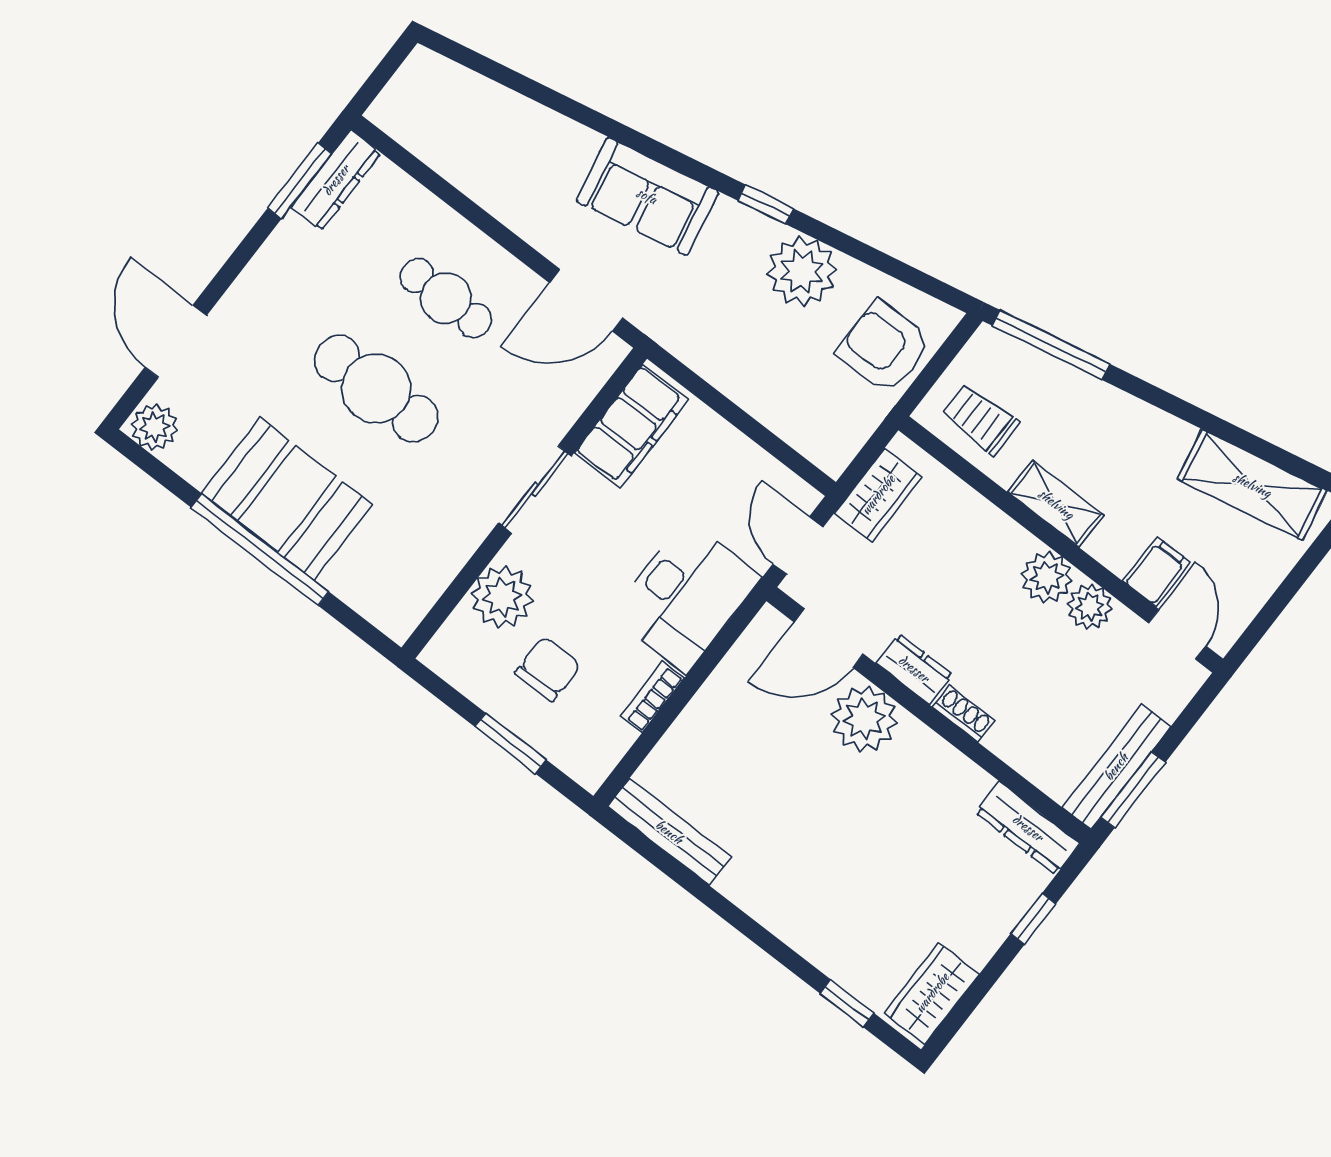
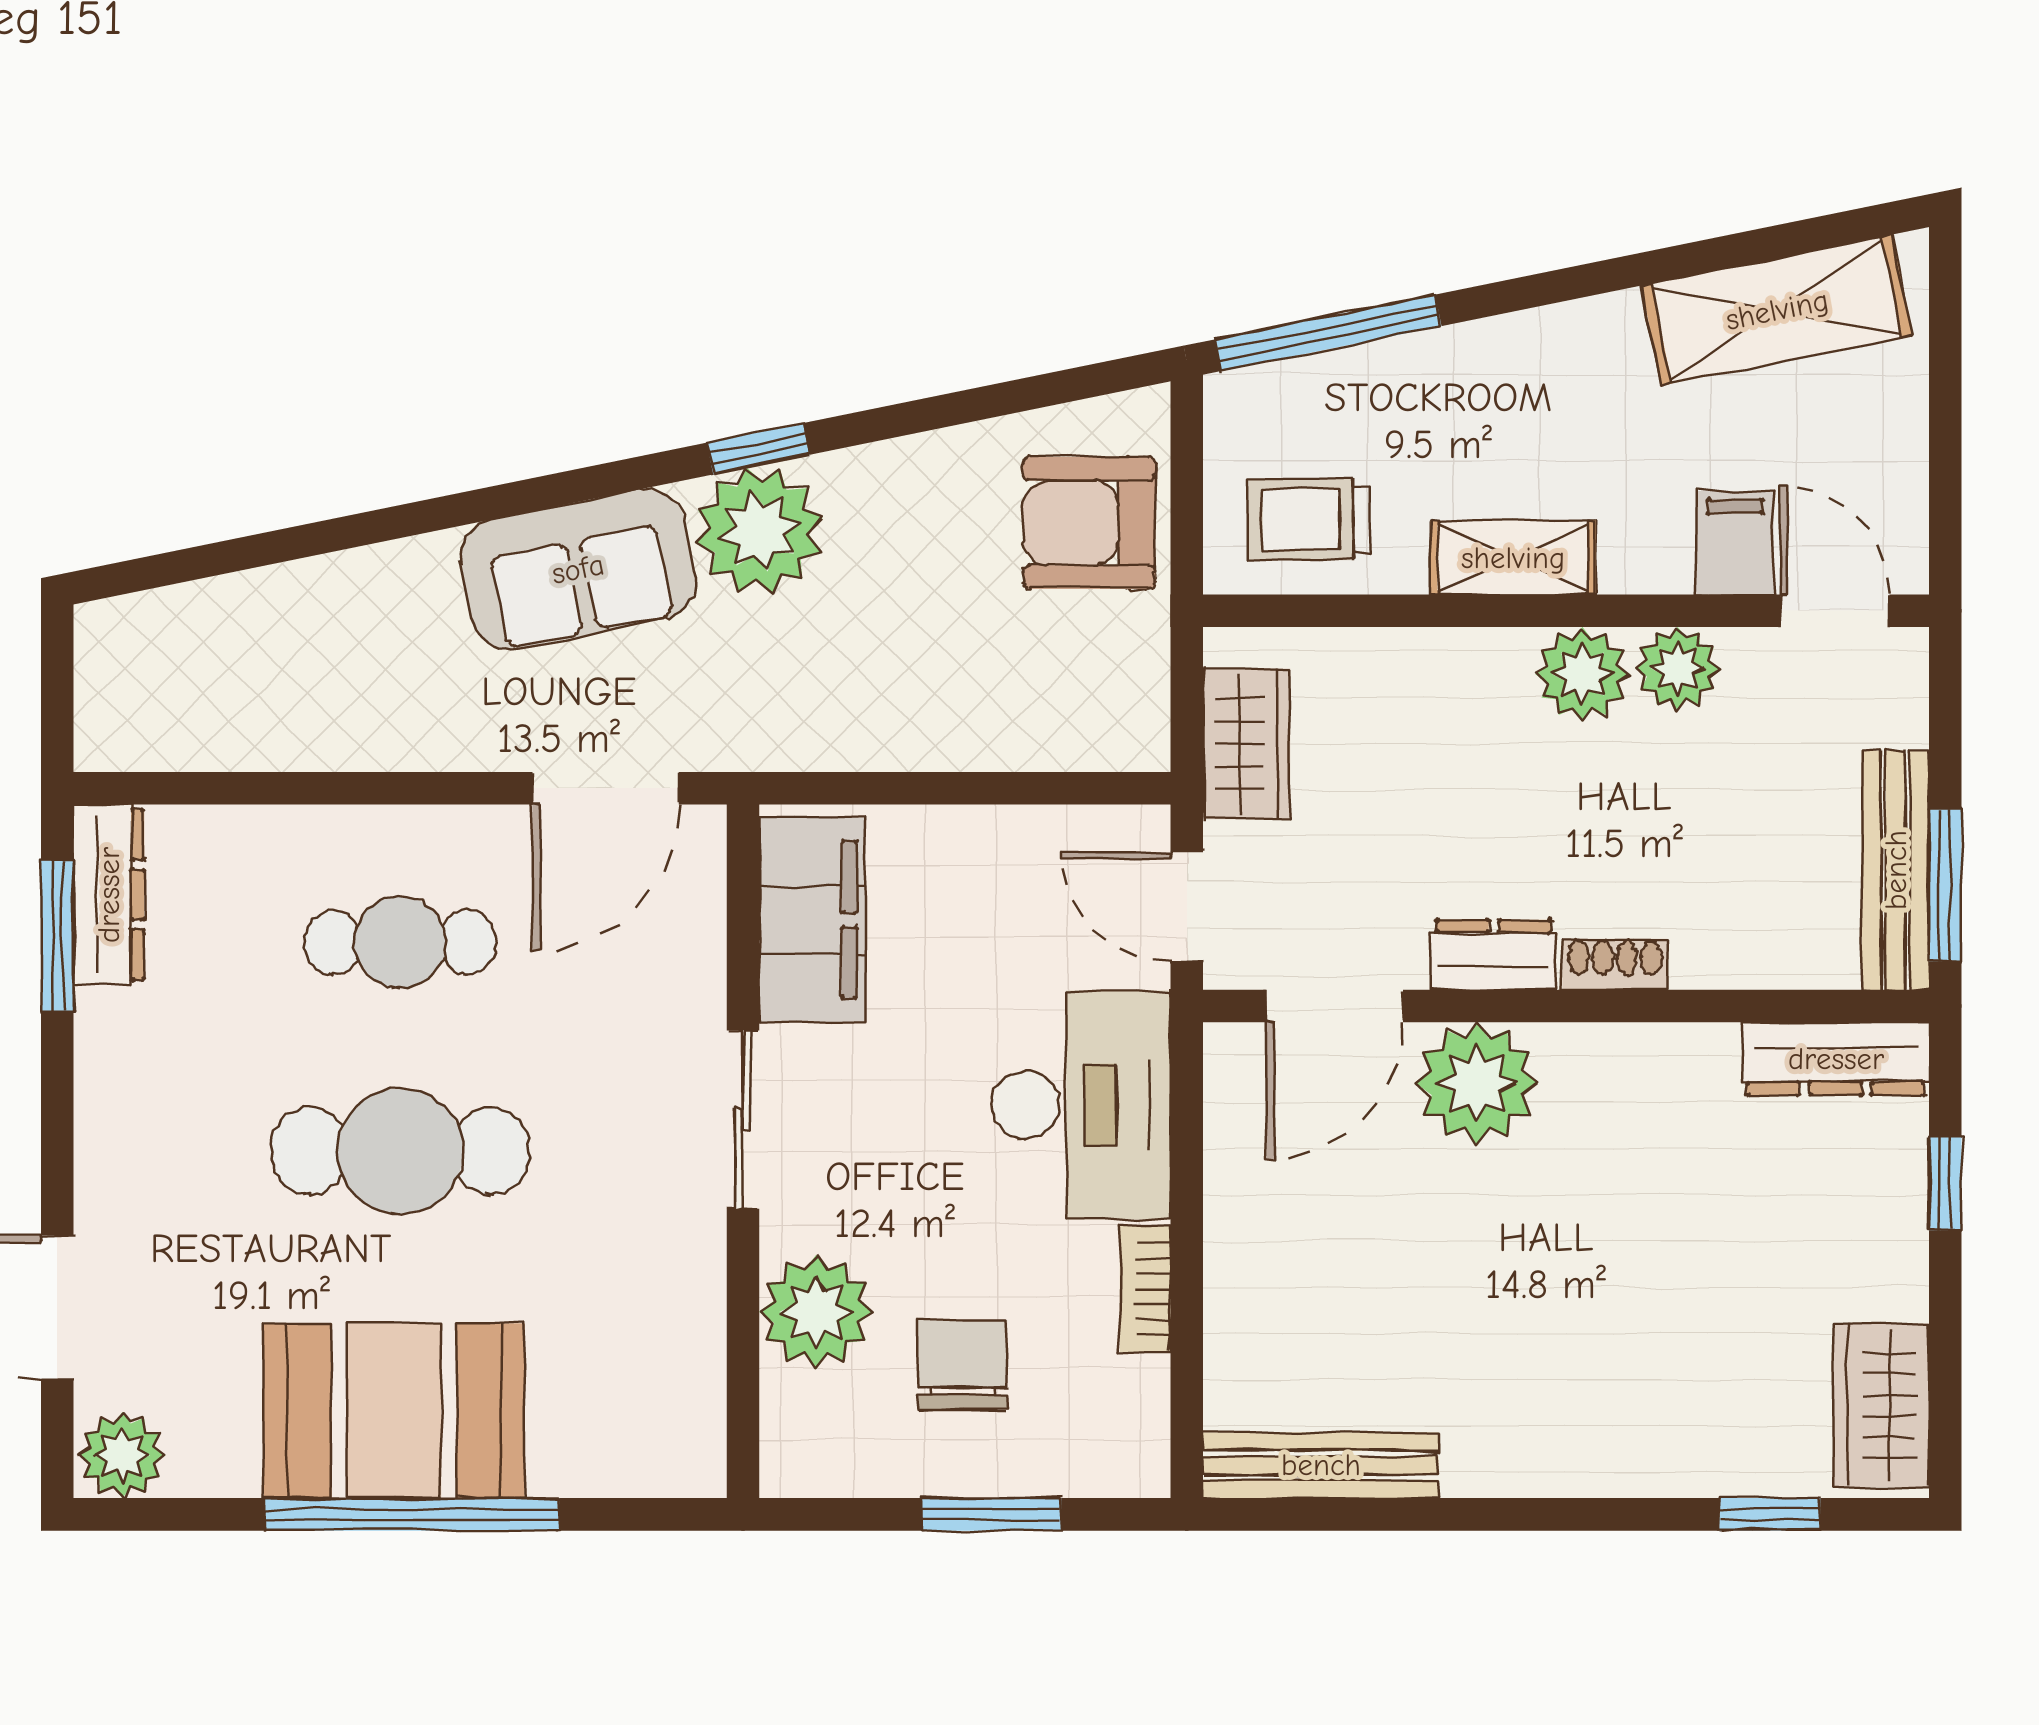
plant: (802, 271) -> (759, 531), moved

